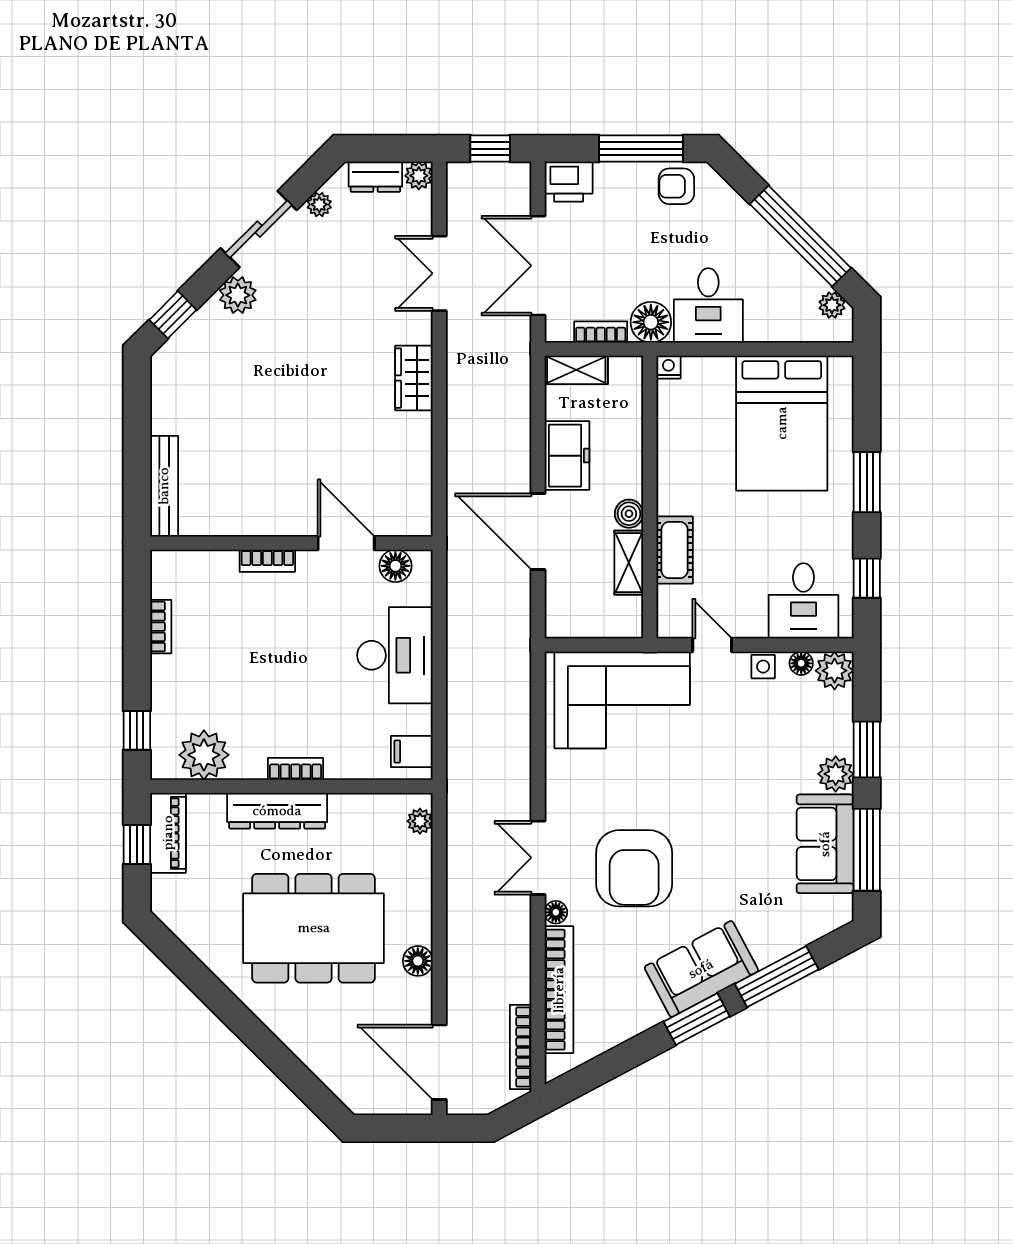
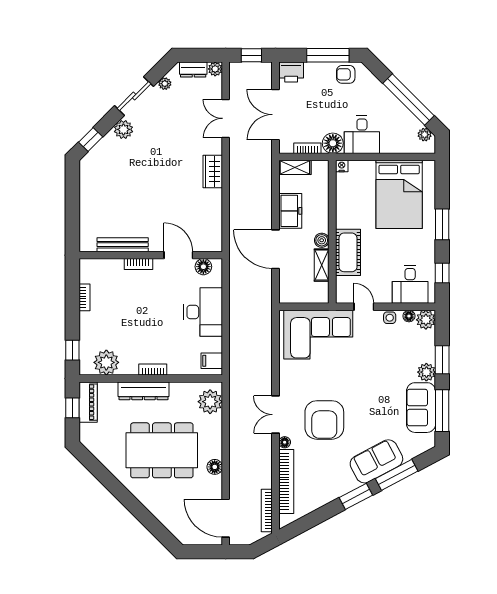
bench: (164, 486) -> (123, 245), moved, turned 90
cot: (675, 550) -> (348, 252), width x1.37, depth x1.34
plant: (420, 821) -> (210, 402), width x1.88, depth x1.88
sofa: (701, 969) -> (376, 461), moved

